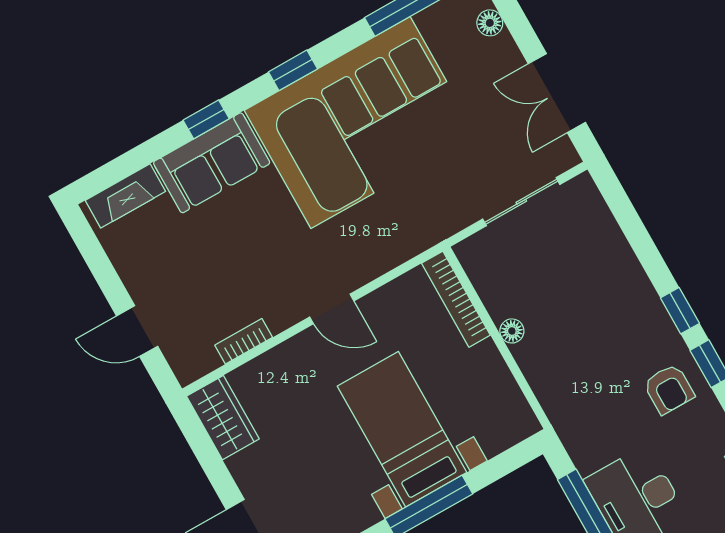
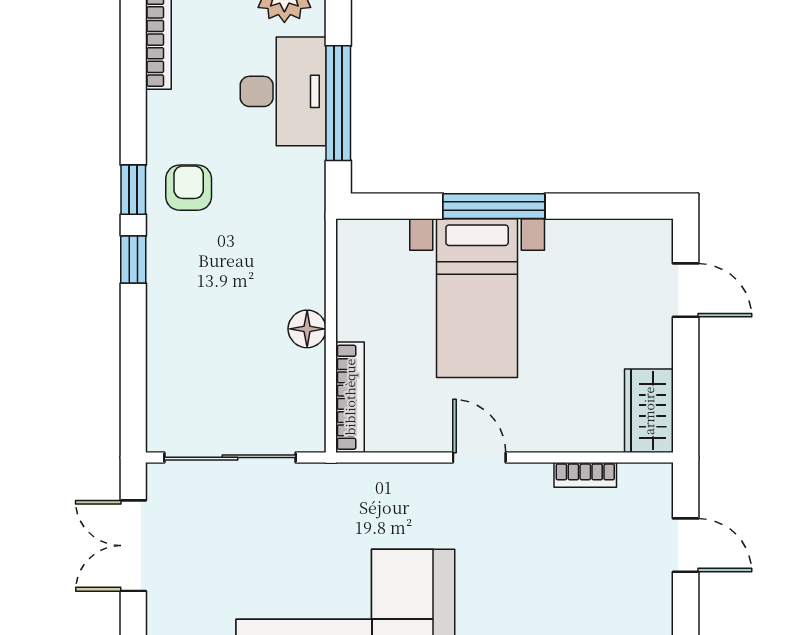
double door: (557, 93) -> (133, 546), swing flipped
sliding door: (521, 202) -> (230, 457), width x1.37
floor lamp: (512, 331) -> (307, 329), width x1.37, depth x1.37

